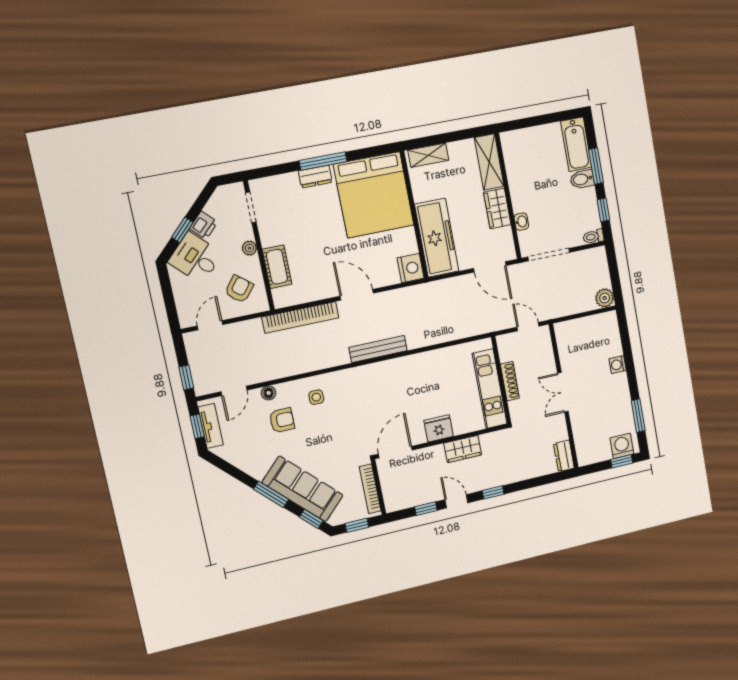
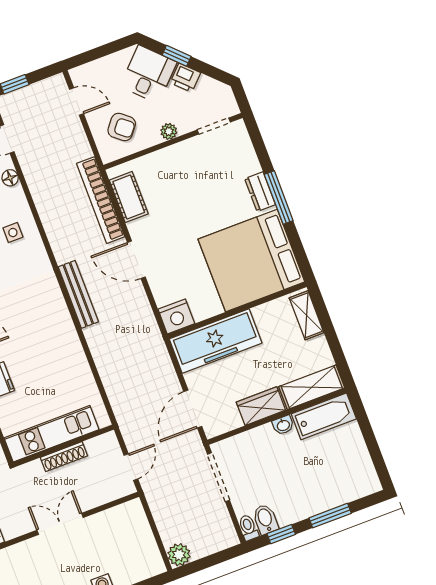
bathtub: (576, 144) -> (324, 416), moved, turned 180
bidet: (582, 179) -> (265, 519), moved
washbasin: (521, 222) -> (283, 425), moved
cot: (277, 267) -> (129, 197), moved, turned 90
door: (357, 295) -> (136, 260), swing flipped

